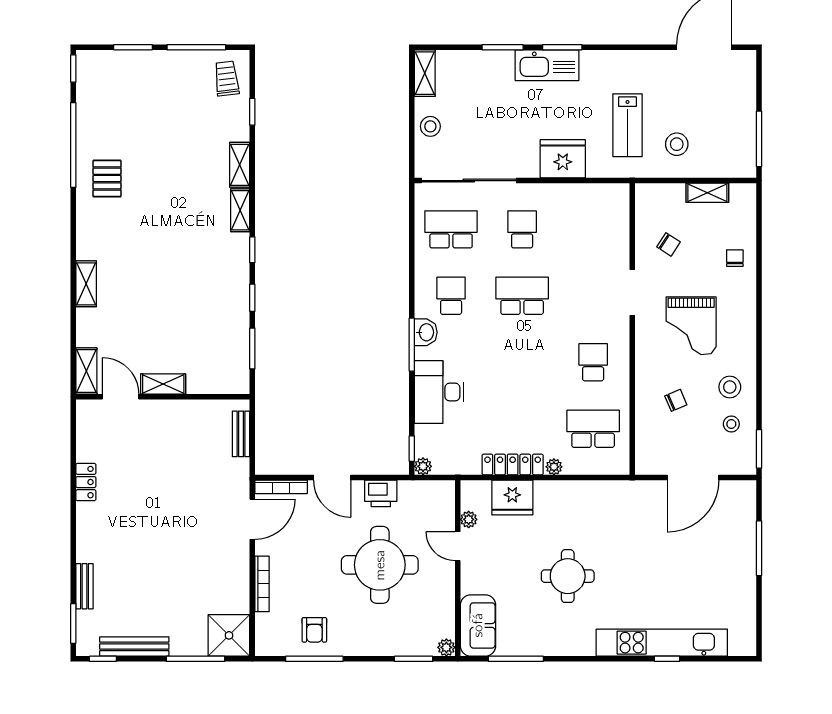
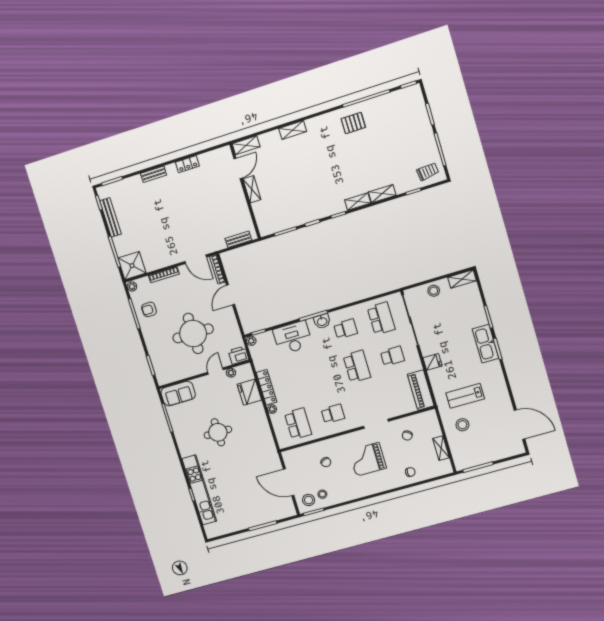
fridge: (563, 159) -> (433, 362), width x0.53, depth x0.75
piano: (595, 198) -> (421, 390), added
stool: (730, 387) -> (309, 500), moved
printer: (381, 493) -> (239, 355), moved, turned 90
bench: (85, 586) -> (154, 174), moved
plant: (446, 647) -> (132, 286), moved

